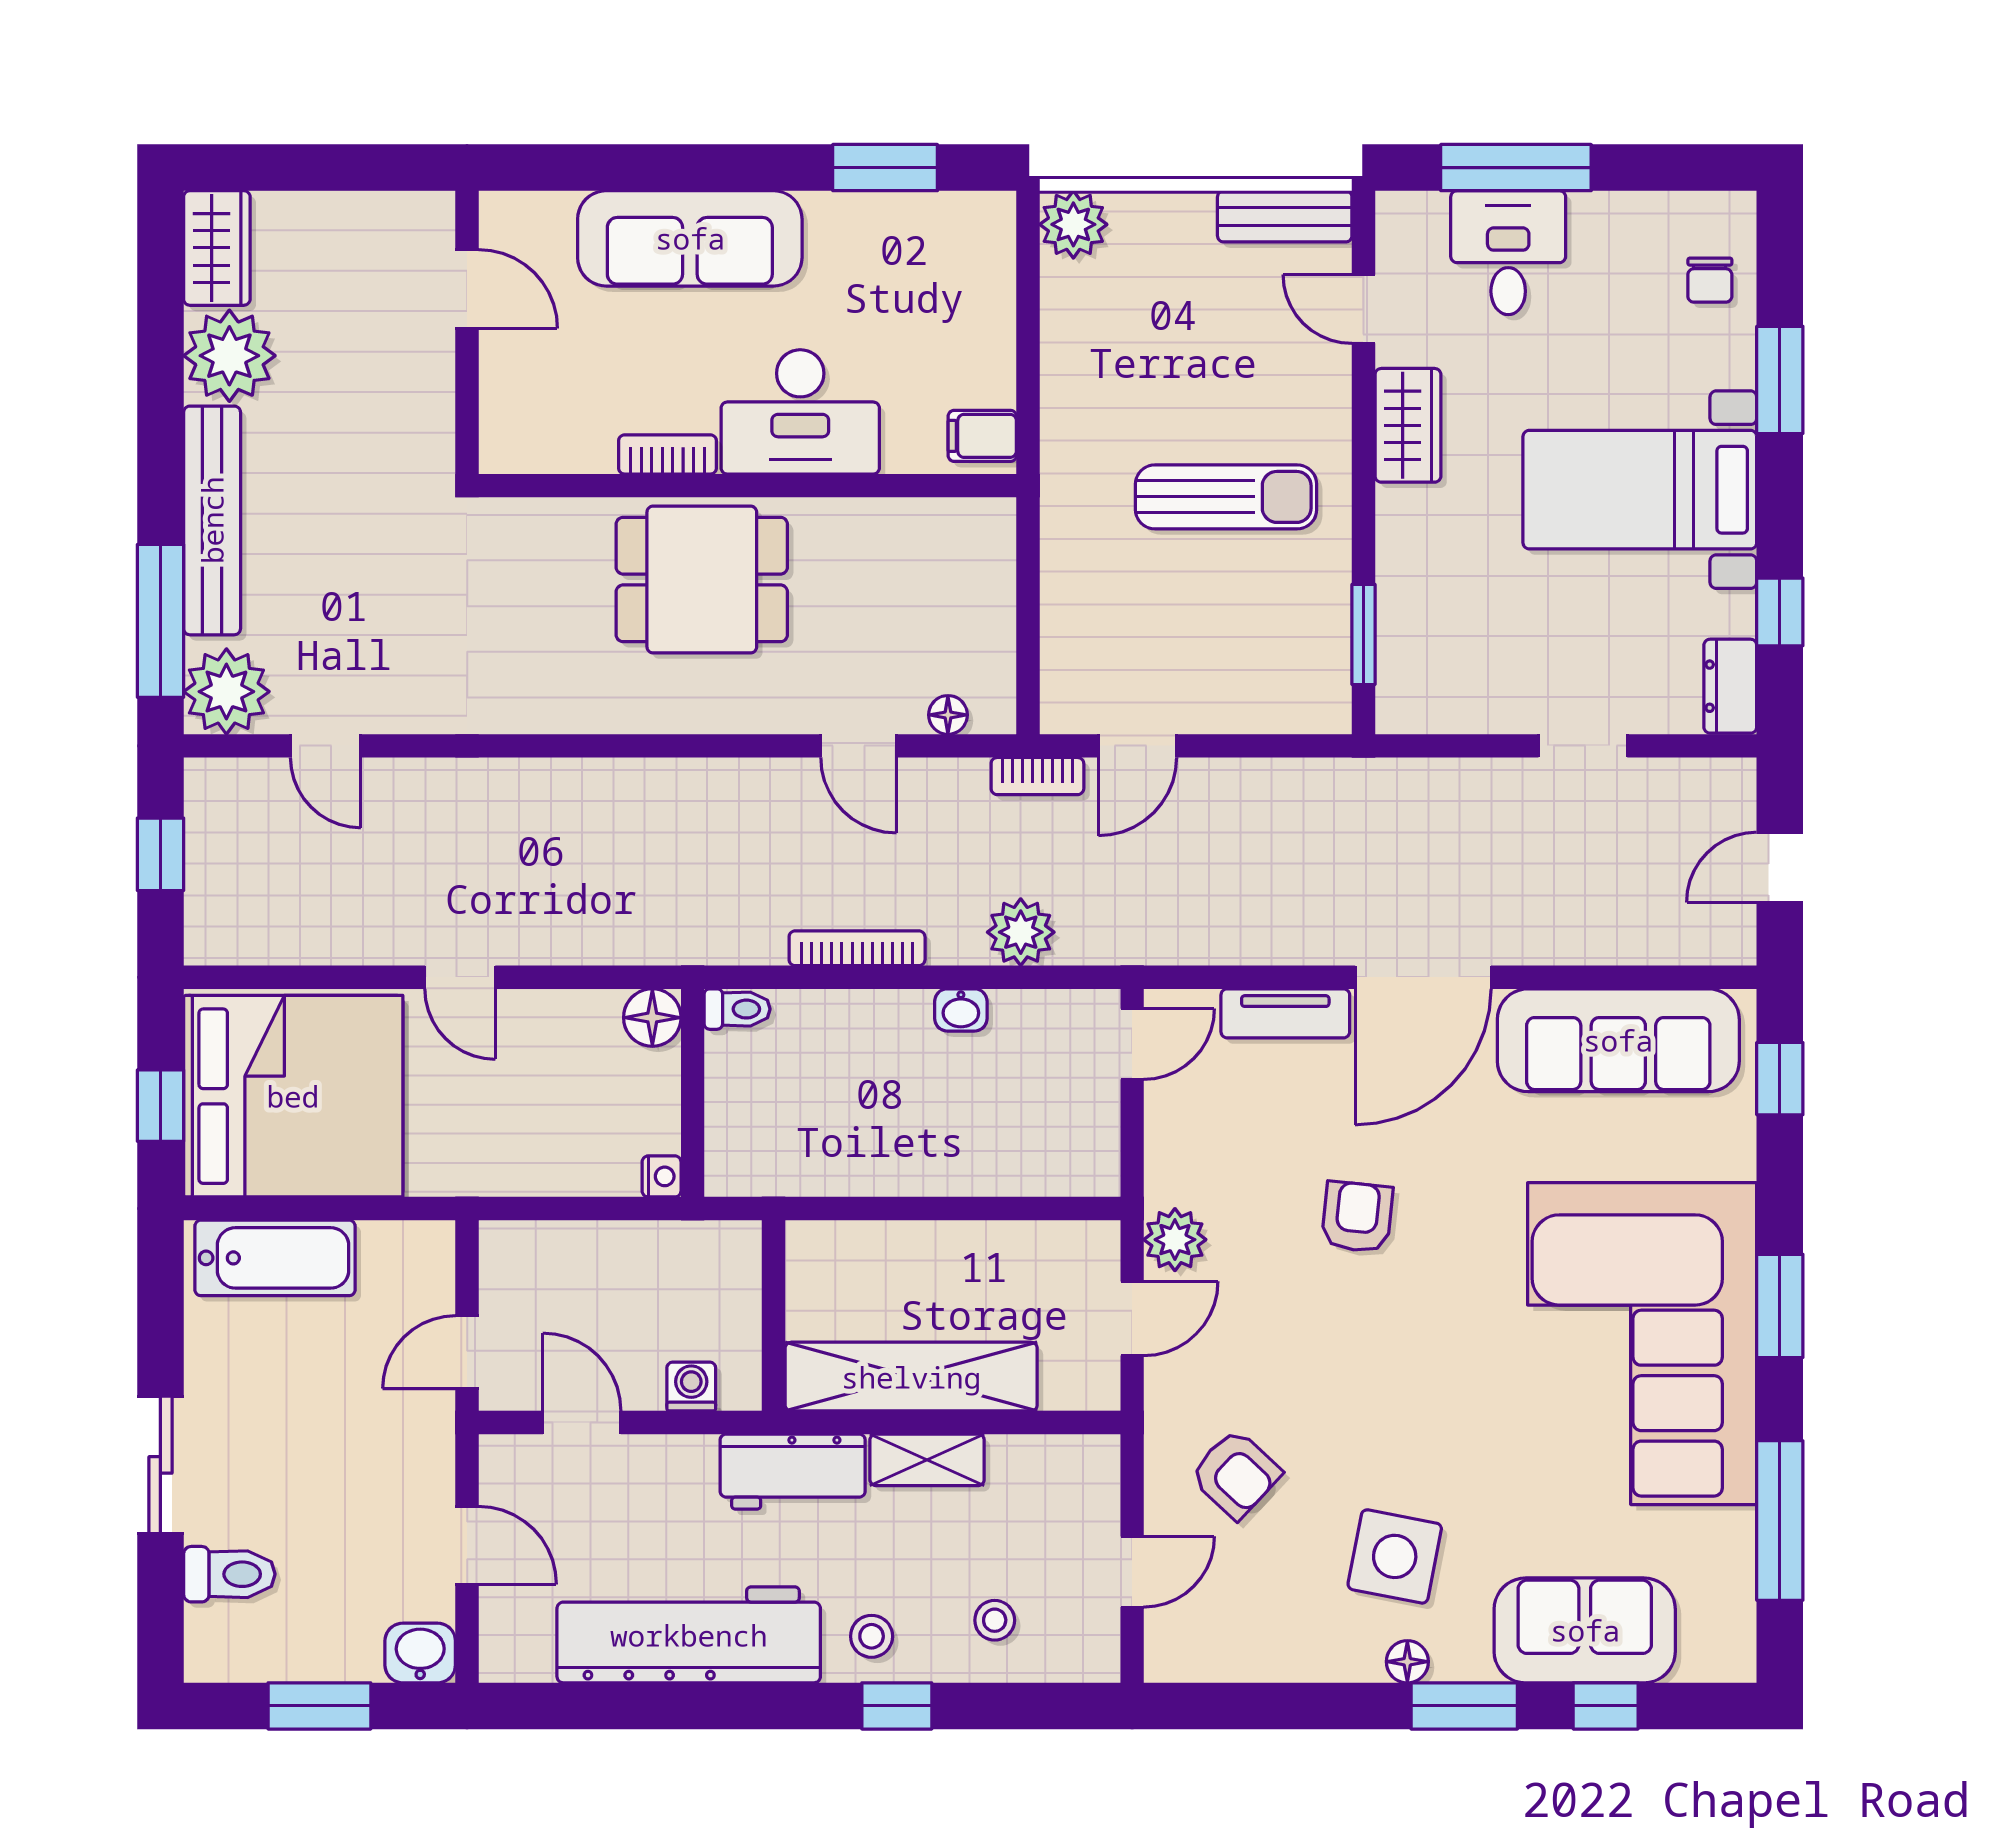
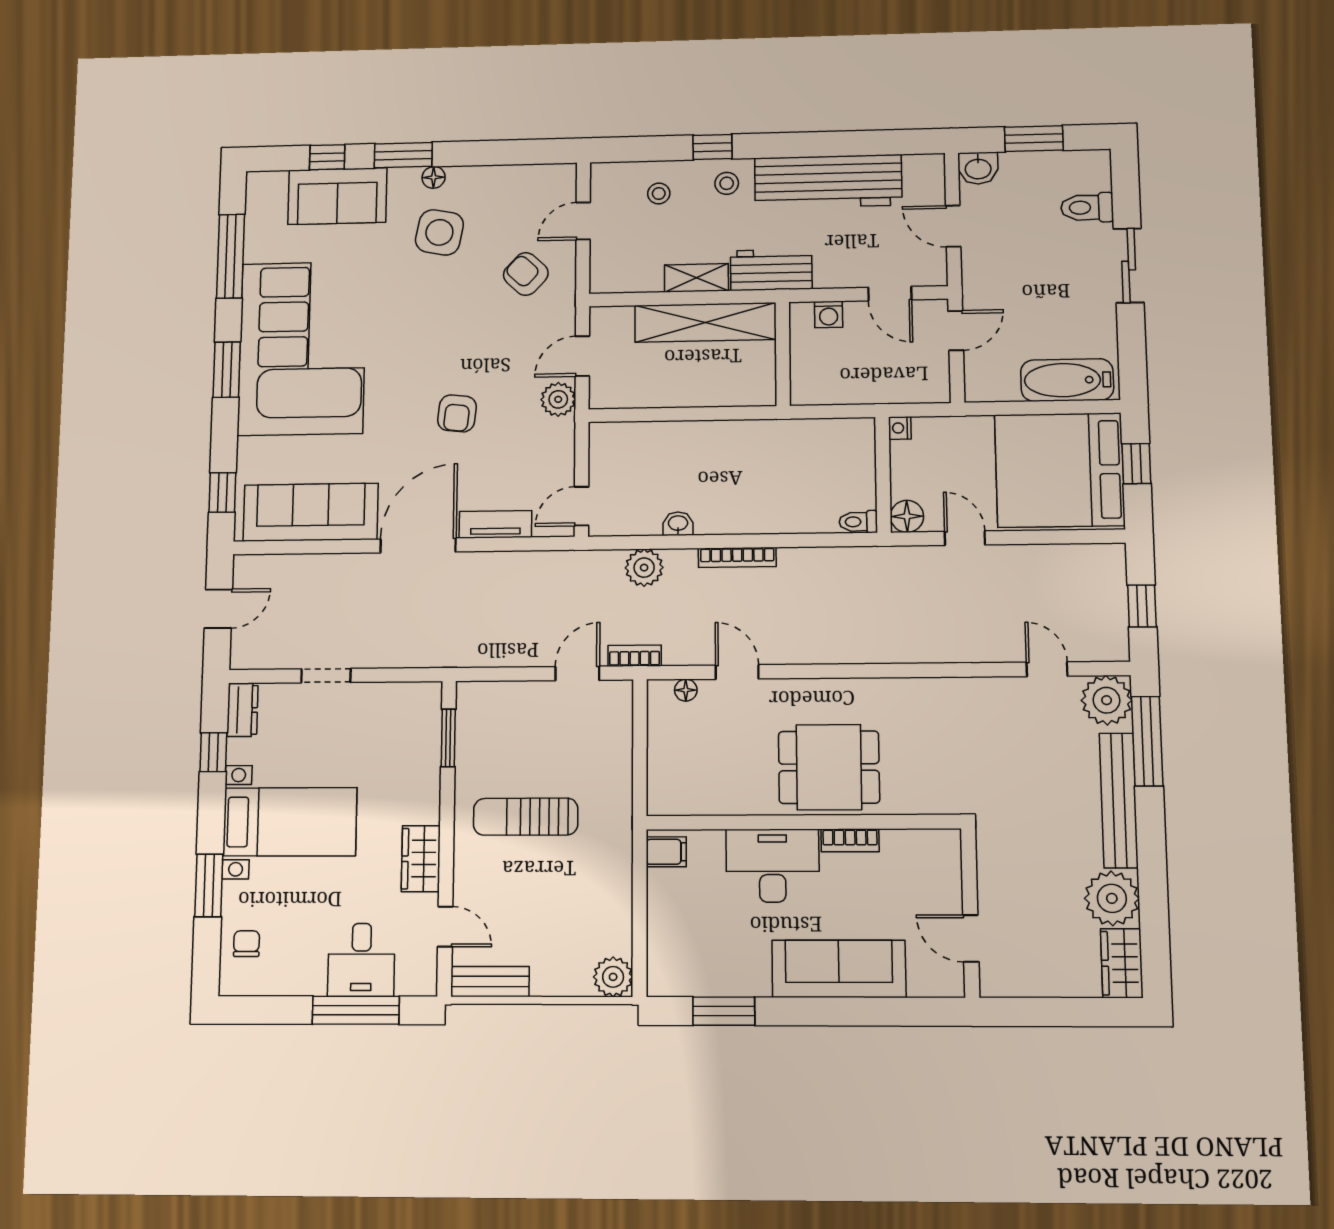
toilet: (737, 1009) -> (858, 522), moved
floor lamp: (652, 1018) -> (907, 516), moved
wall: (693, 1093) -> (883, 475), moved
nightstand: (662, 1176) -> (900, 428), moved

